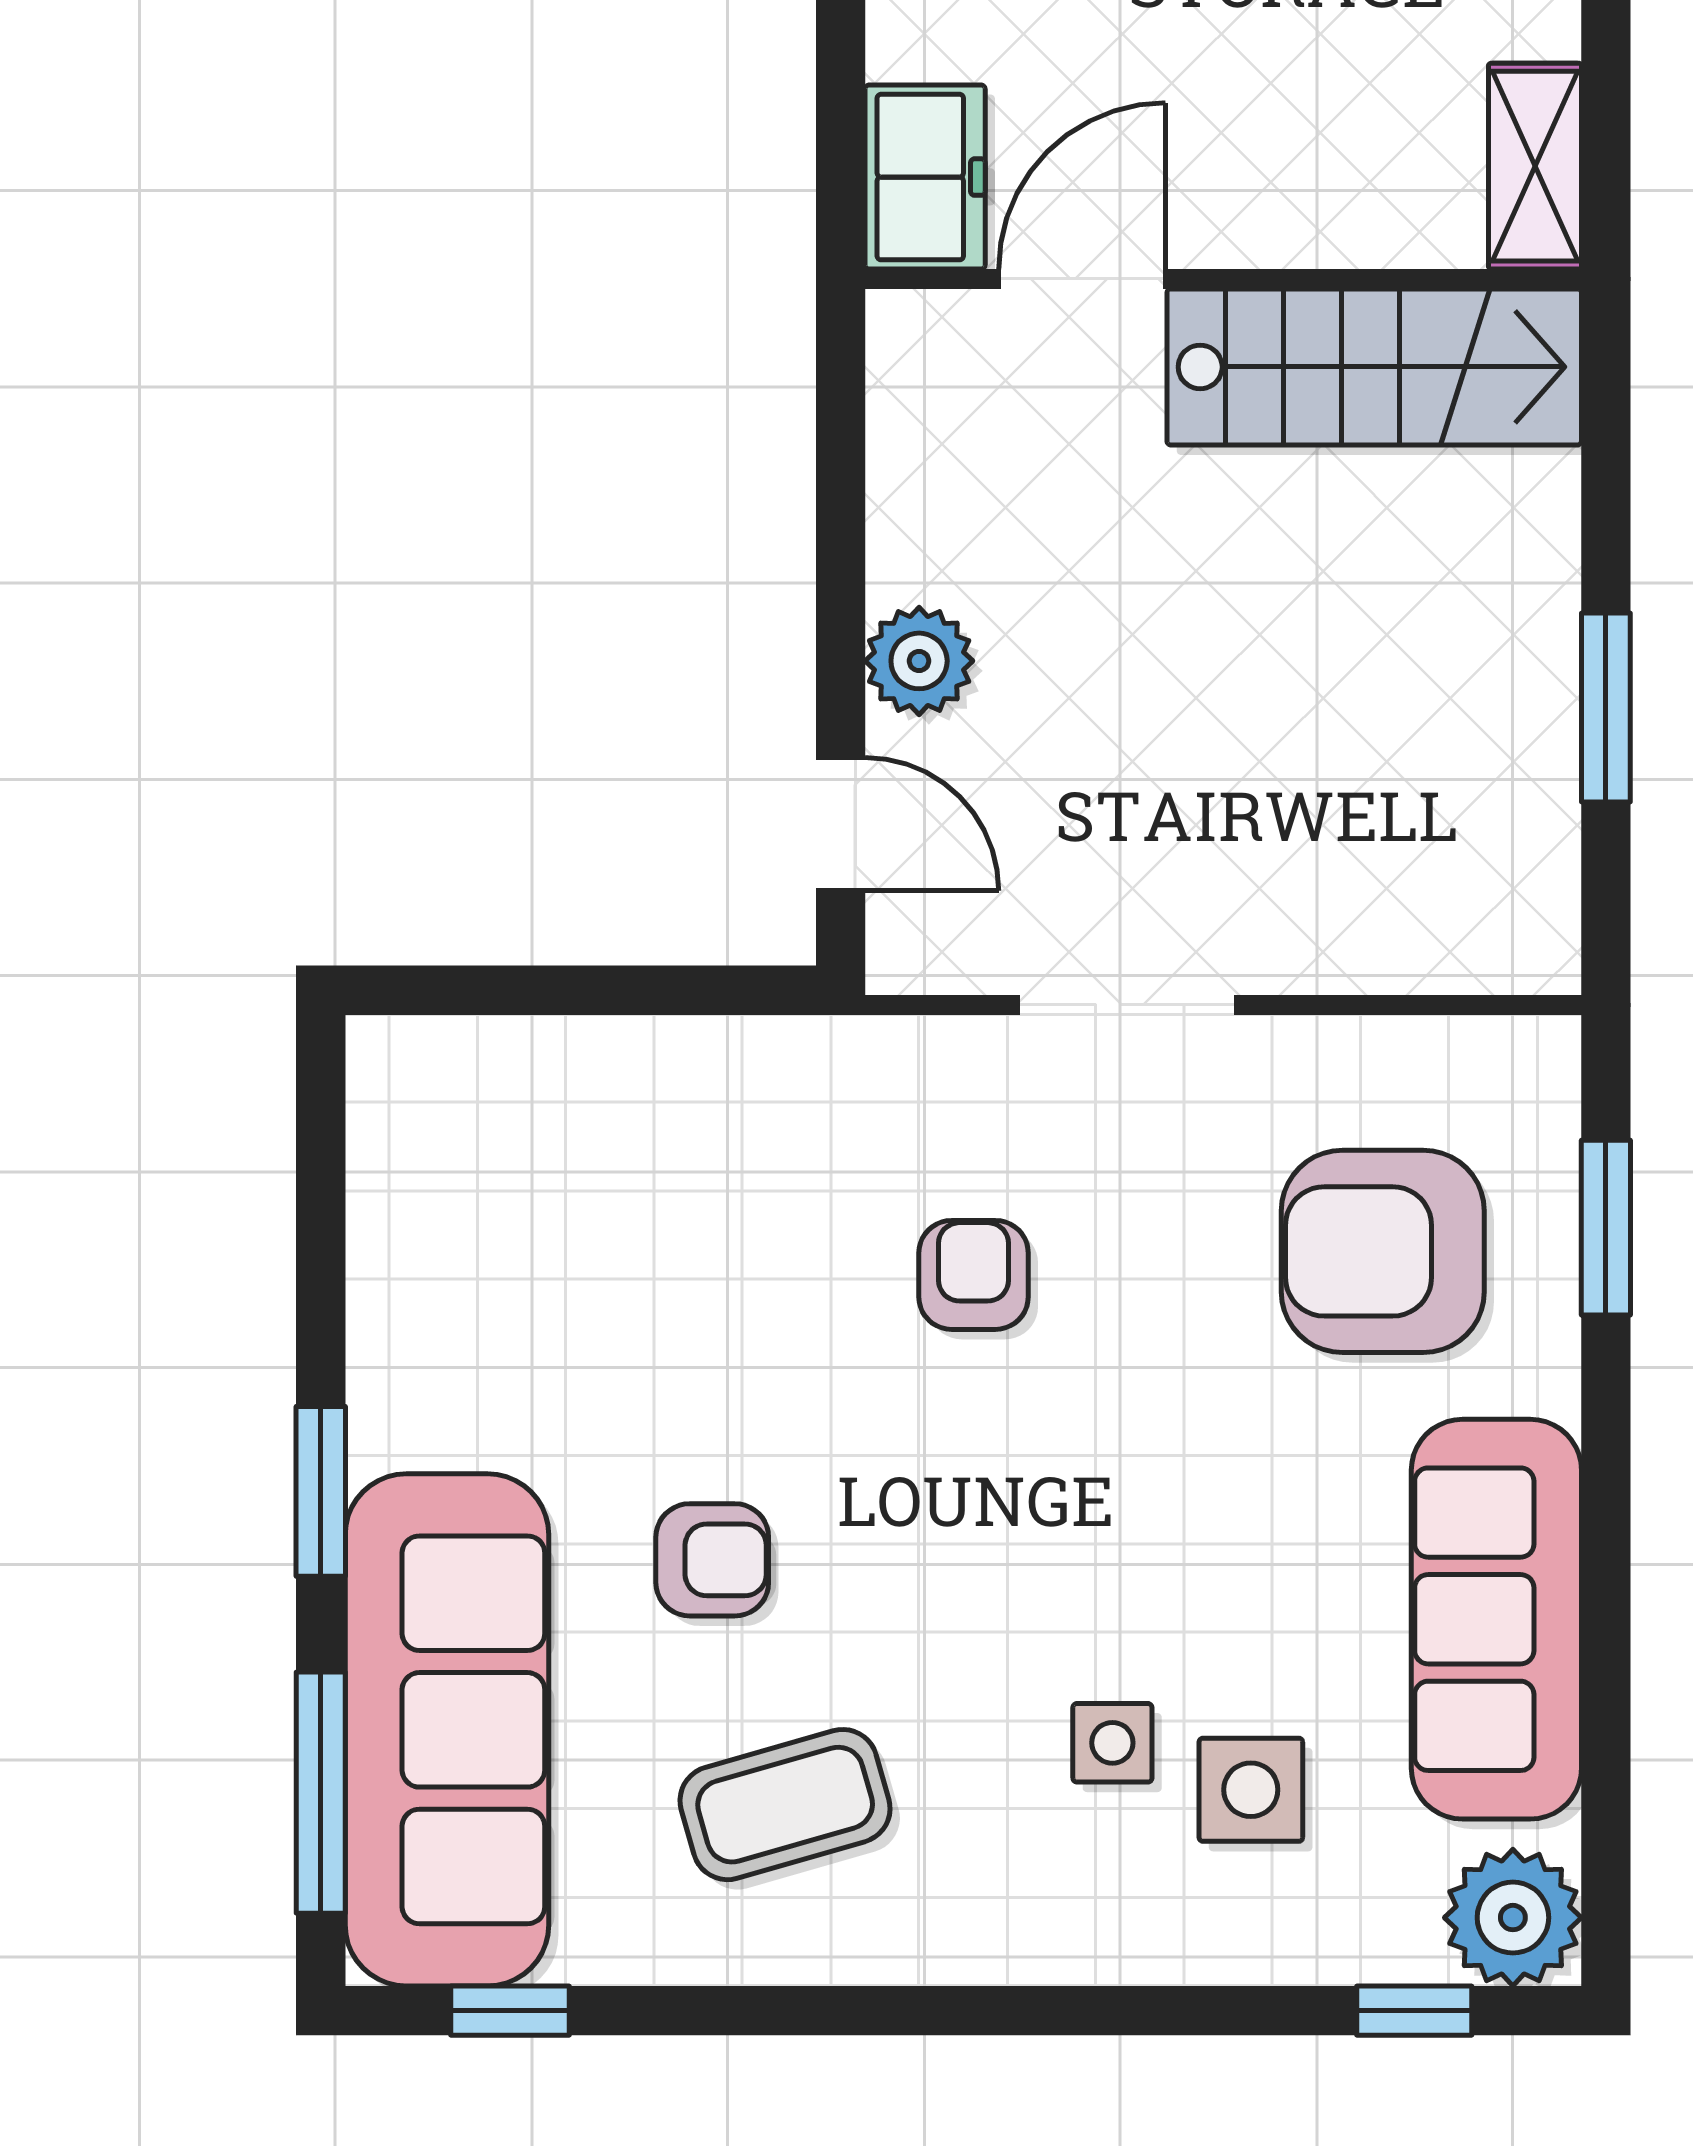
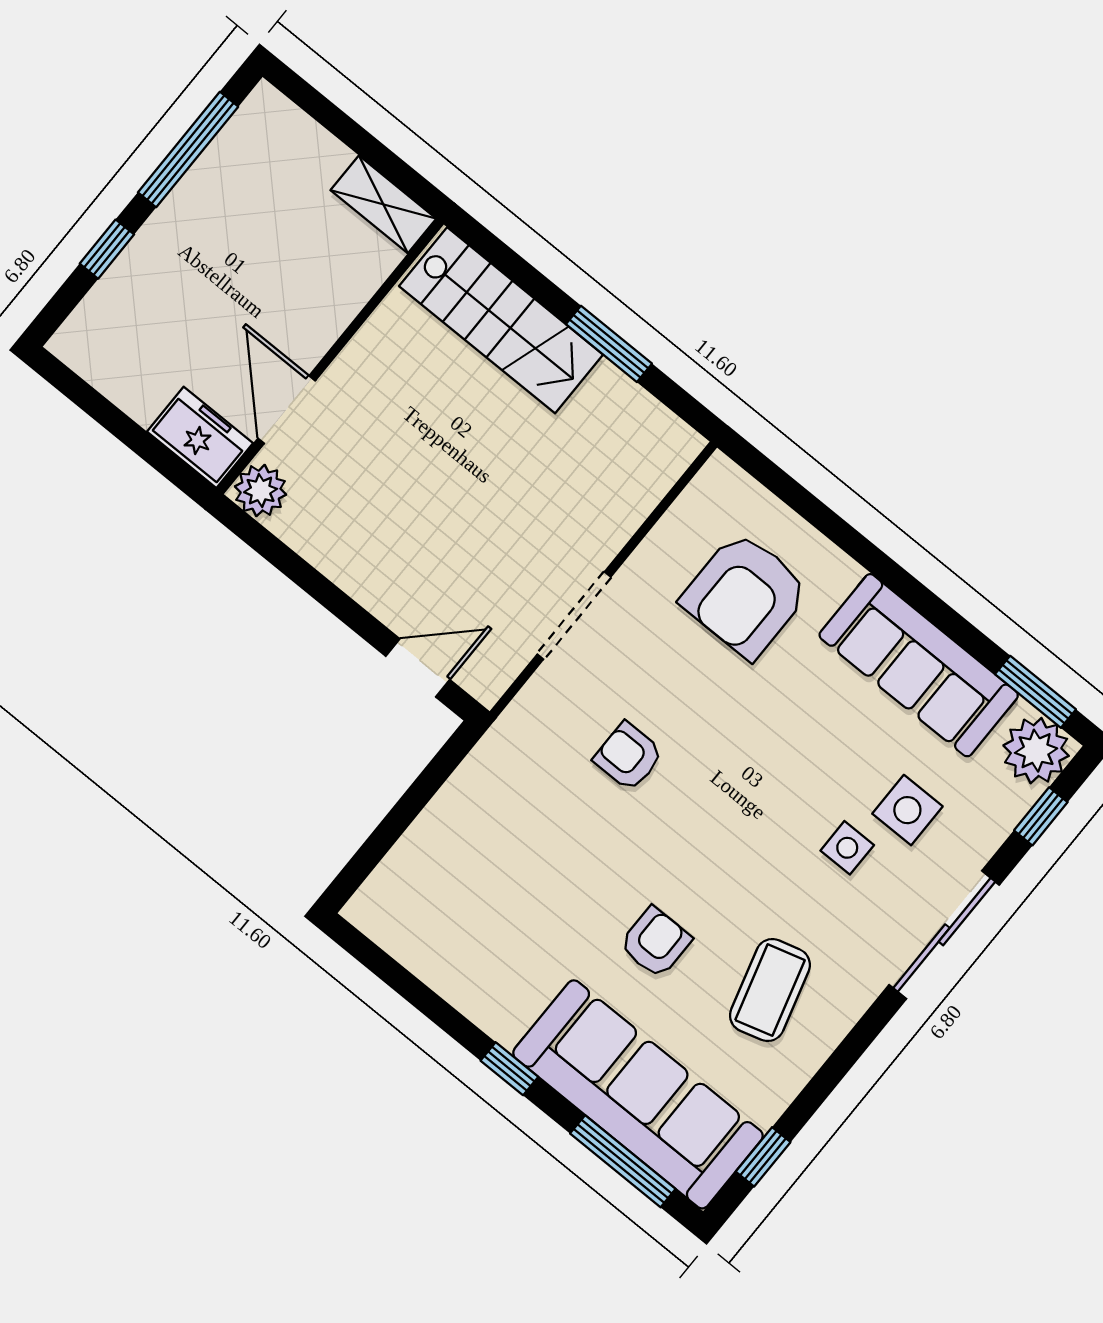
stairs: (1374, 367) -> (501, 320), moved, turned 90
plant: (919, 661) -> (261, 491), moved
window: (1606, 1228) -> (1036, 692), moved
window: (321, 1491) -> (509, 1069), width x0.67
sliding door: (1100, 2011) -> (944, 935), added

